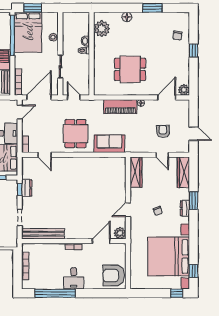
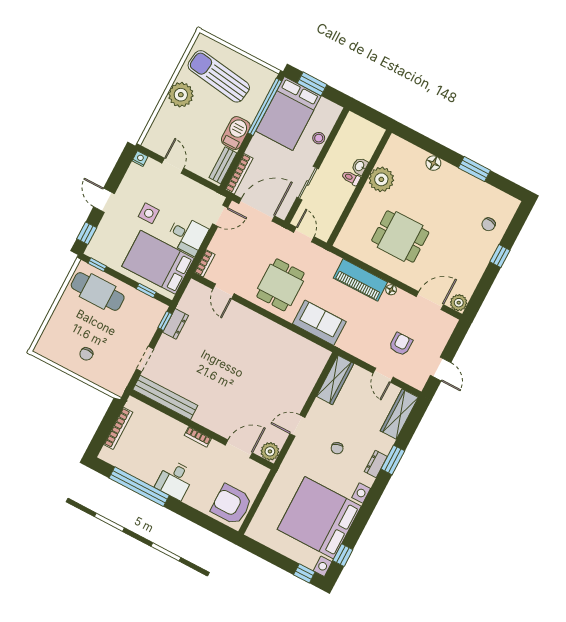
plant: (102, 29) -> (381, 179), moved

